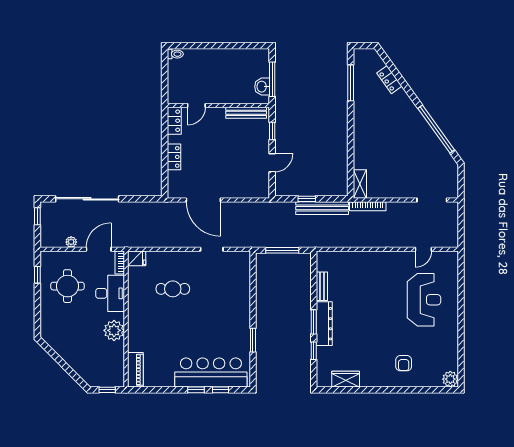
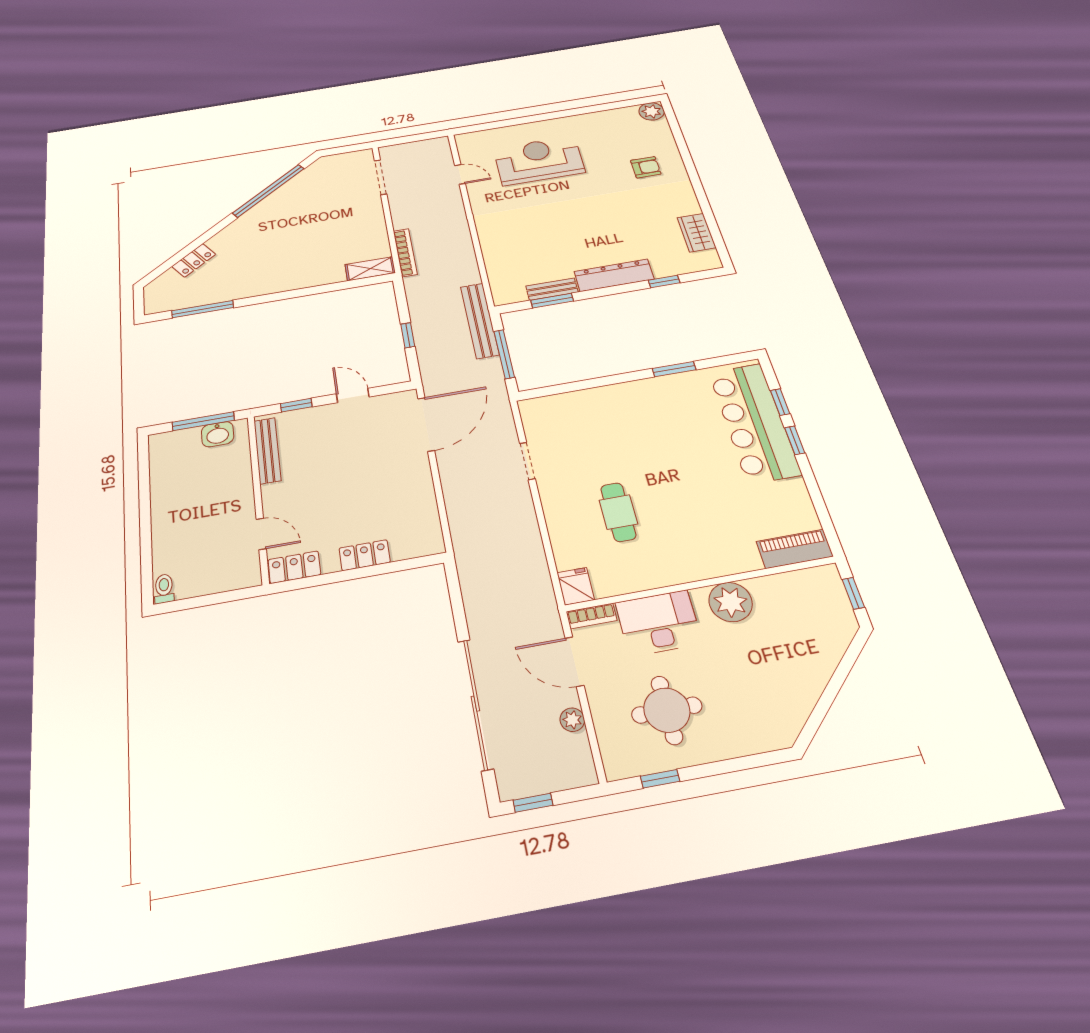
door: (203, 200) -> (426, 424), moved
bench: (322, 208) -> (480, 320), moved
window: (314, 322) -> (552, 301), moved

